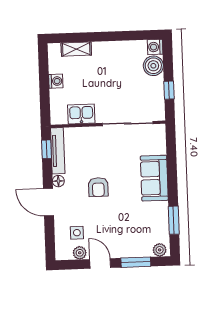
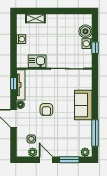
washing machine: (155, 47) -> (87, 44), moved
window: (174, 220) -> (95, 133), width x1.44

